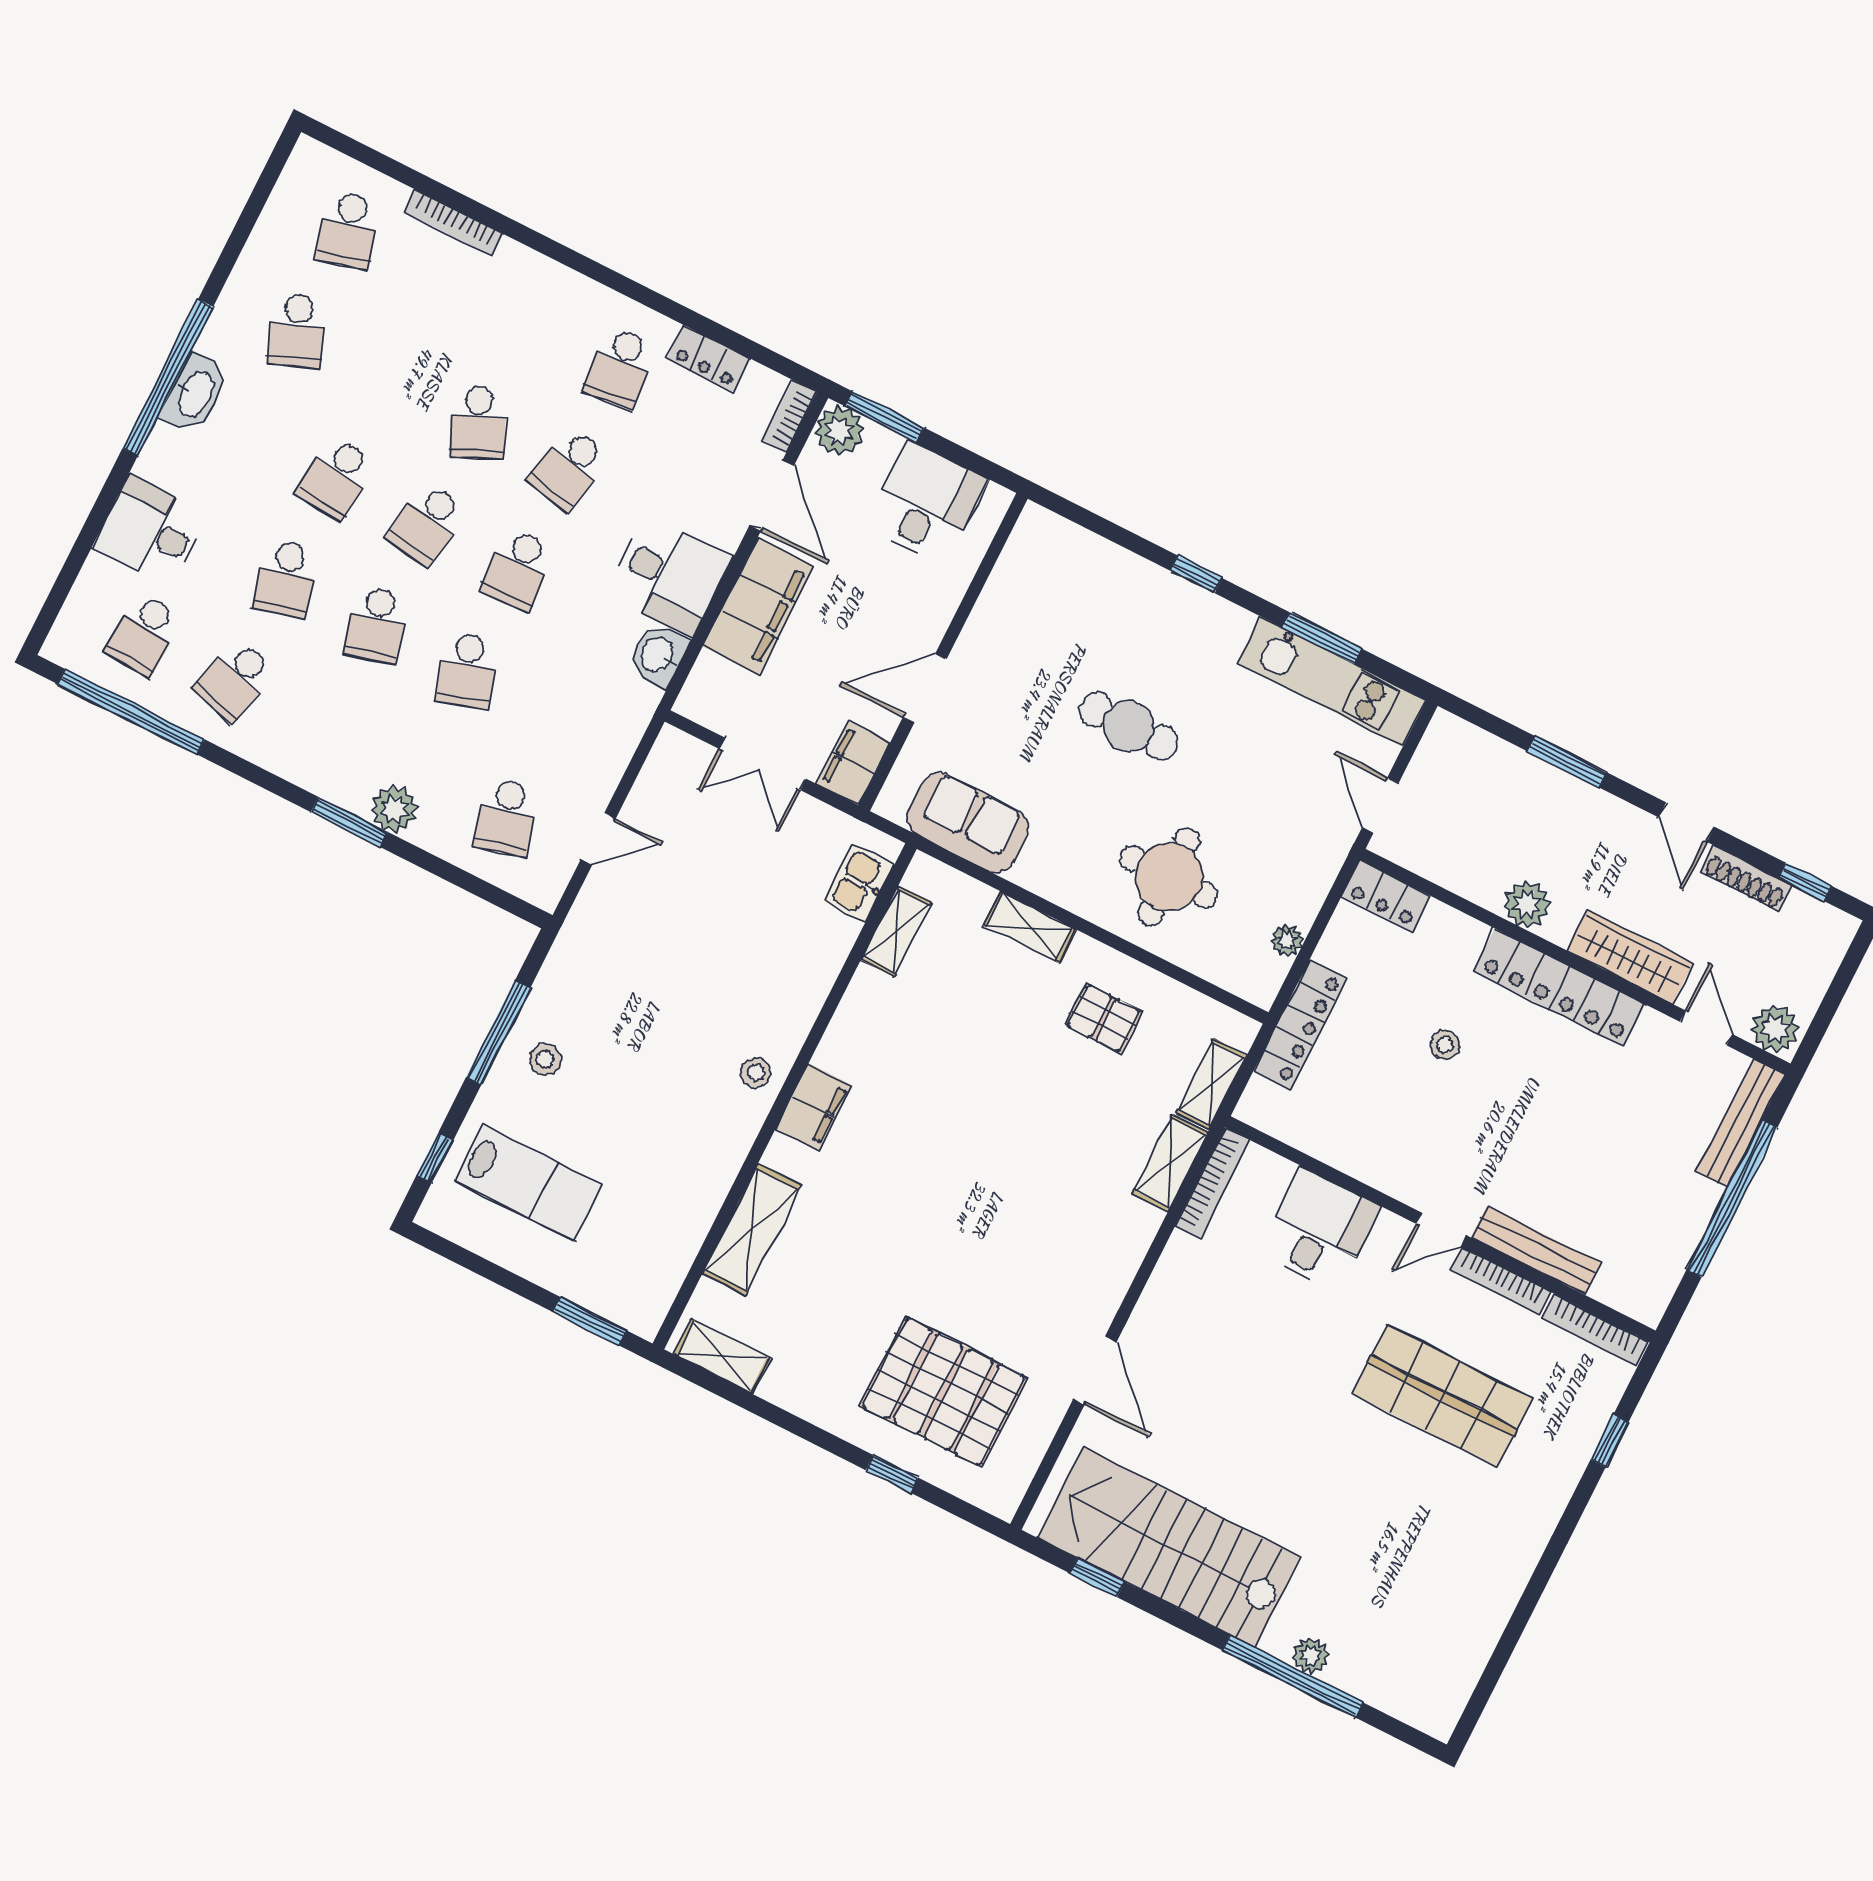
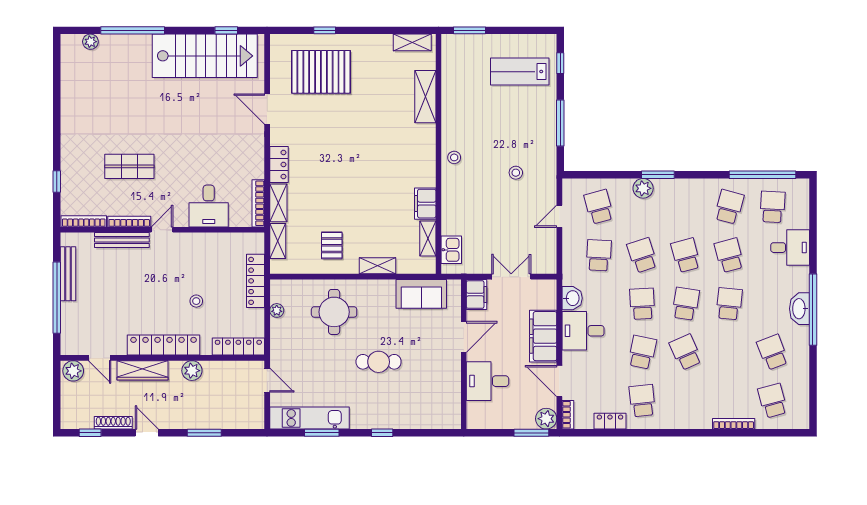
desk: (926, 503) -> (488, 381), moved, turned 90
school desk: (557, 716) -> (599, 255), added
locker: (1386, 896) -> (238, 347), width x1.53
pallet: (1104, 1018) -> (332, 245), turned 90
stool: (545, 1059) -> (516, 173), moved
filing cabinet: (814, 1107) -> (425, 204), moved
bench: (1741, 1123) -> (68, 274), moved
locker: (1129, 1242) -> (279, 164), added
shop shelf: (1442, 1396) -> (129, 166), width x0.70, depth x0.74
plant: (1311, 1656) -> (90, 42), moved

